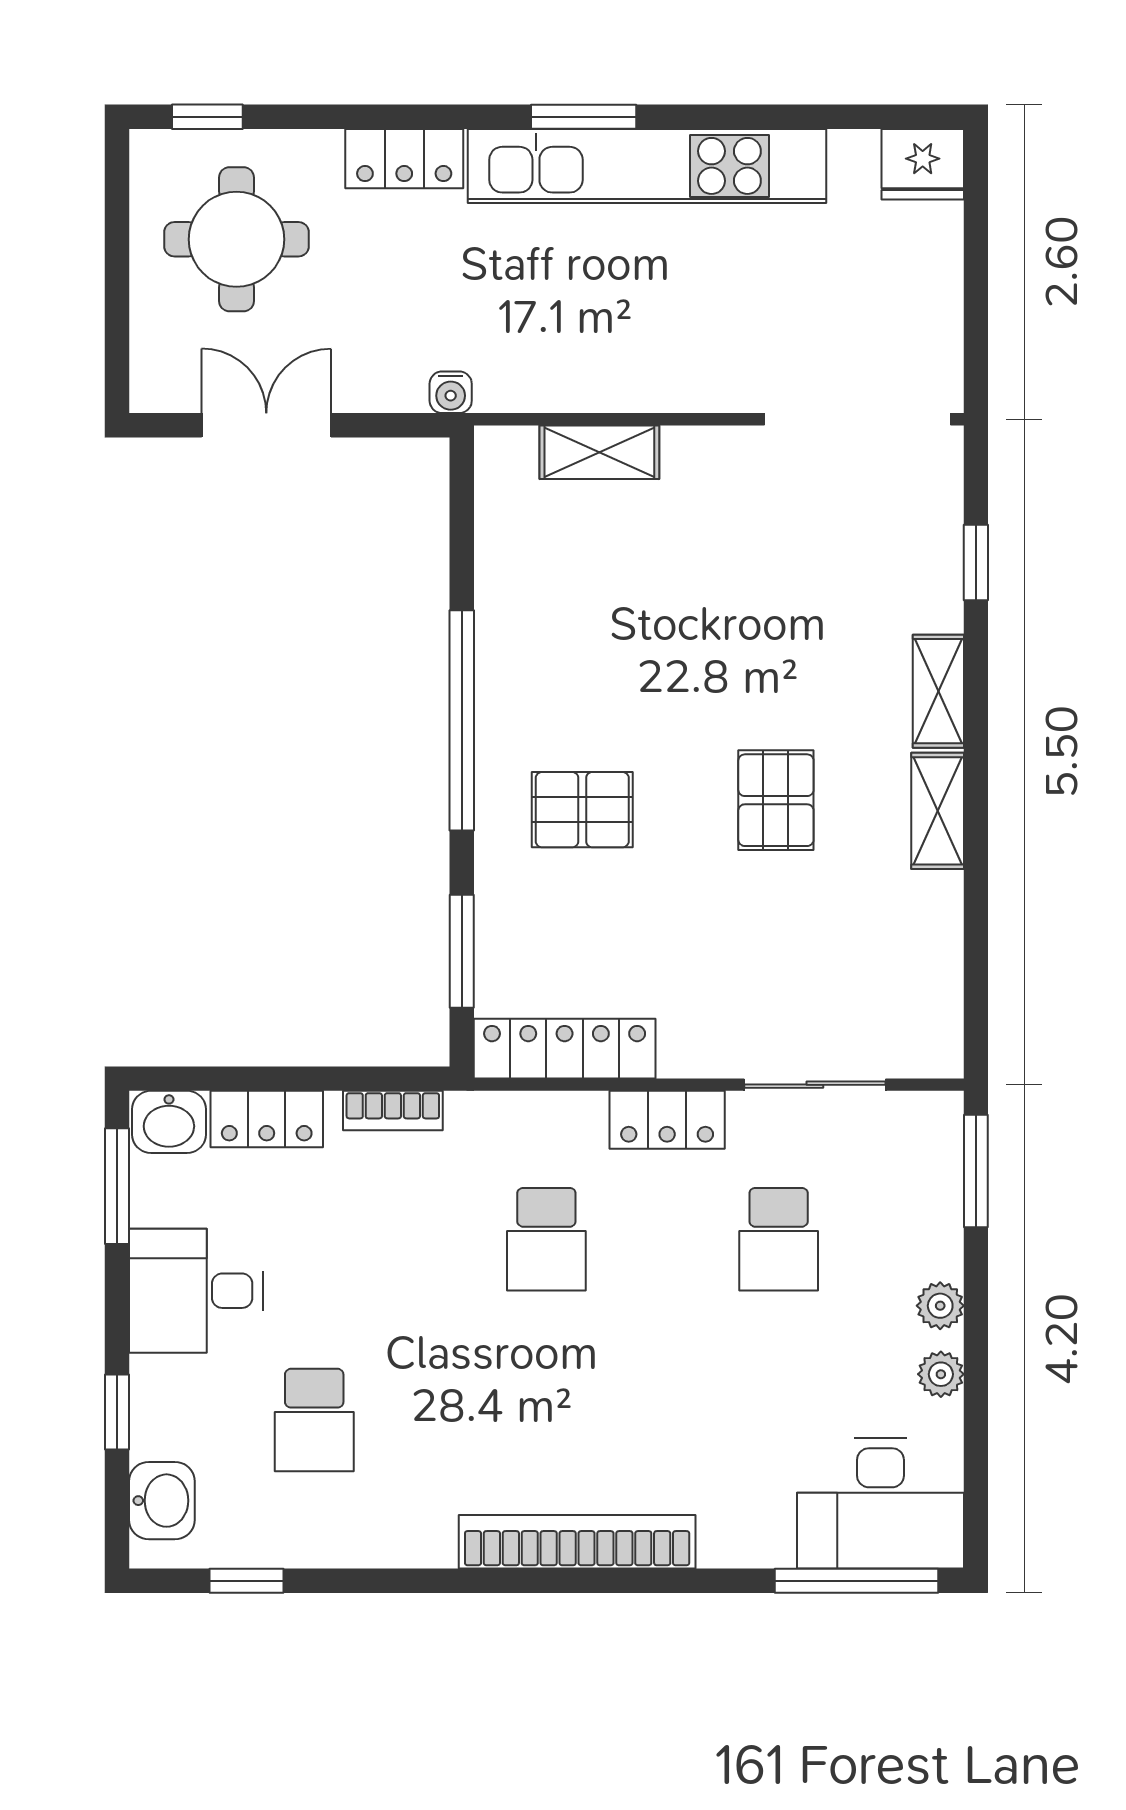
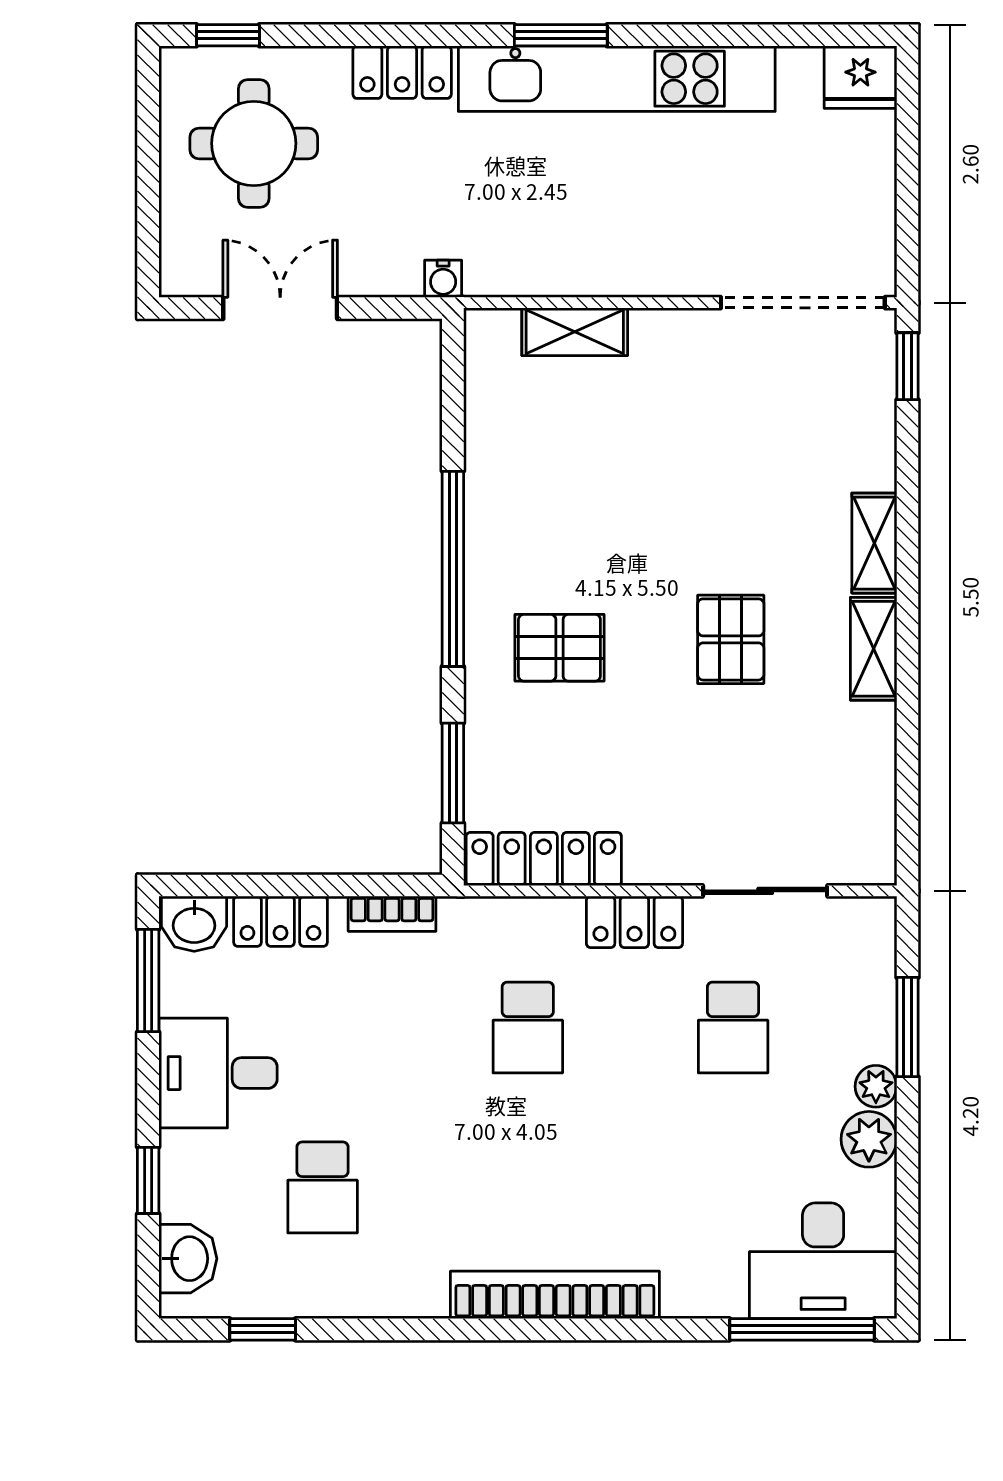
window: (976, 563) -> (907, 366), moved
window: (976, 1171) -> (907, 1027), moved
plant: (941, 1374) -> (869, 1139), width x1.38, depth x1.38

